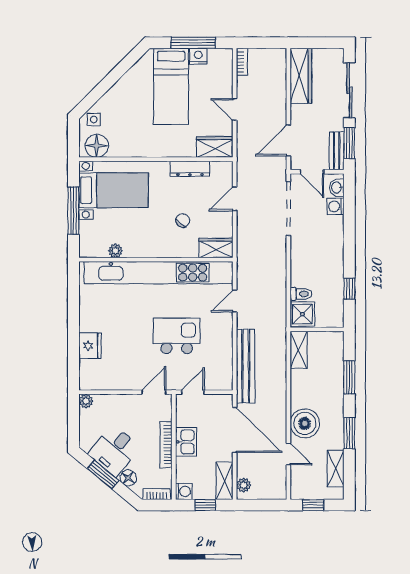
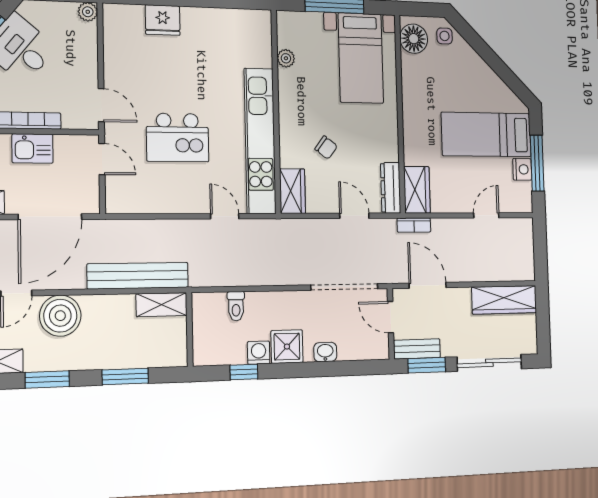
bookcase: (242, 62) -> (414, 225), moved
door: (235, 109) -> (486, 215), moved
dresser: (190, 169) -> (391, 188), moved
door: (312, 172) -> (391, 317), hinge flipped
washbasin: (337, 188) -> (325, 352), moved
washing machine: (336, 206) -> (259, 353), moved
kitchen unit: (158, 273) -> (260, 141), width x0.73
shower: (302, 314) -> (287, 347), moved
kitchen island: (177, 336) -> (178, 138), turned 90
bench: (246, 366) -> (138, 276), moved

